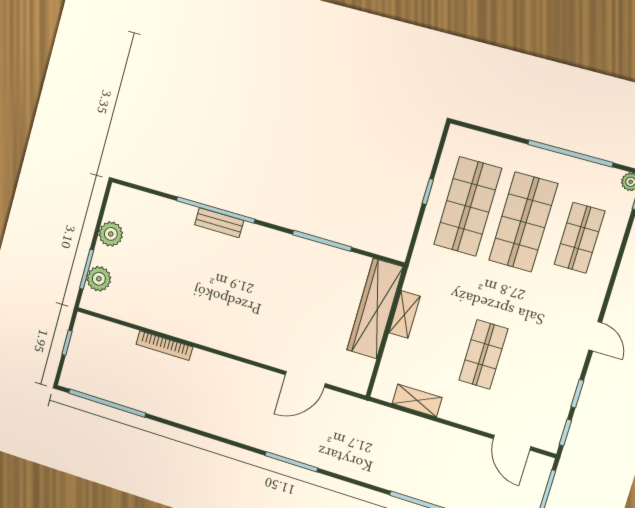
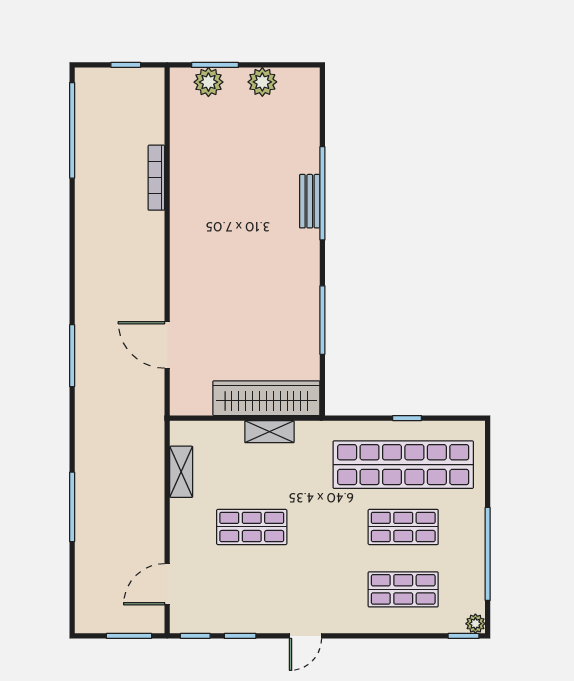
shop shelf: (468, 206) -> (403, 465), width x1.40
shop shelf: (523, 222) -> (403, 527), width x0.70, depth x0.74

